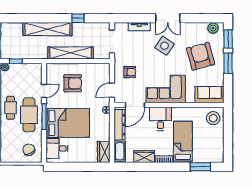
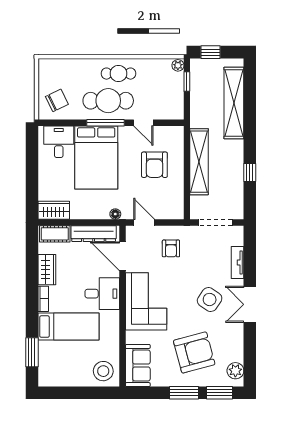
shelving: (47, 29) -> (234, 103), moved

